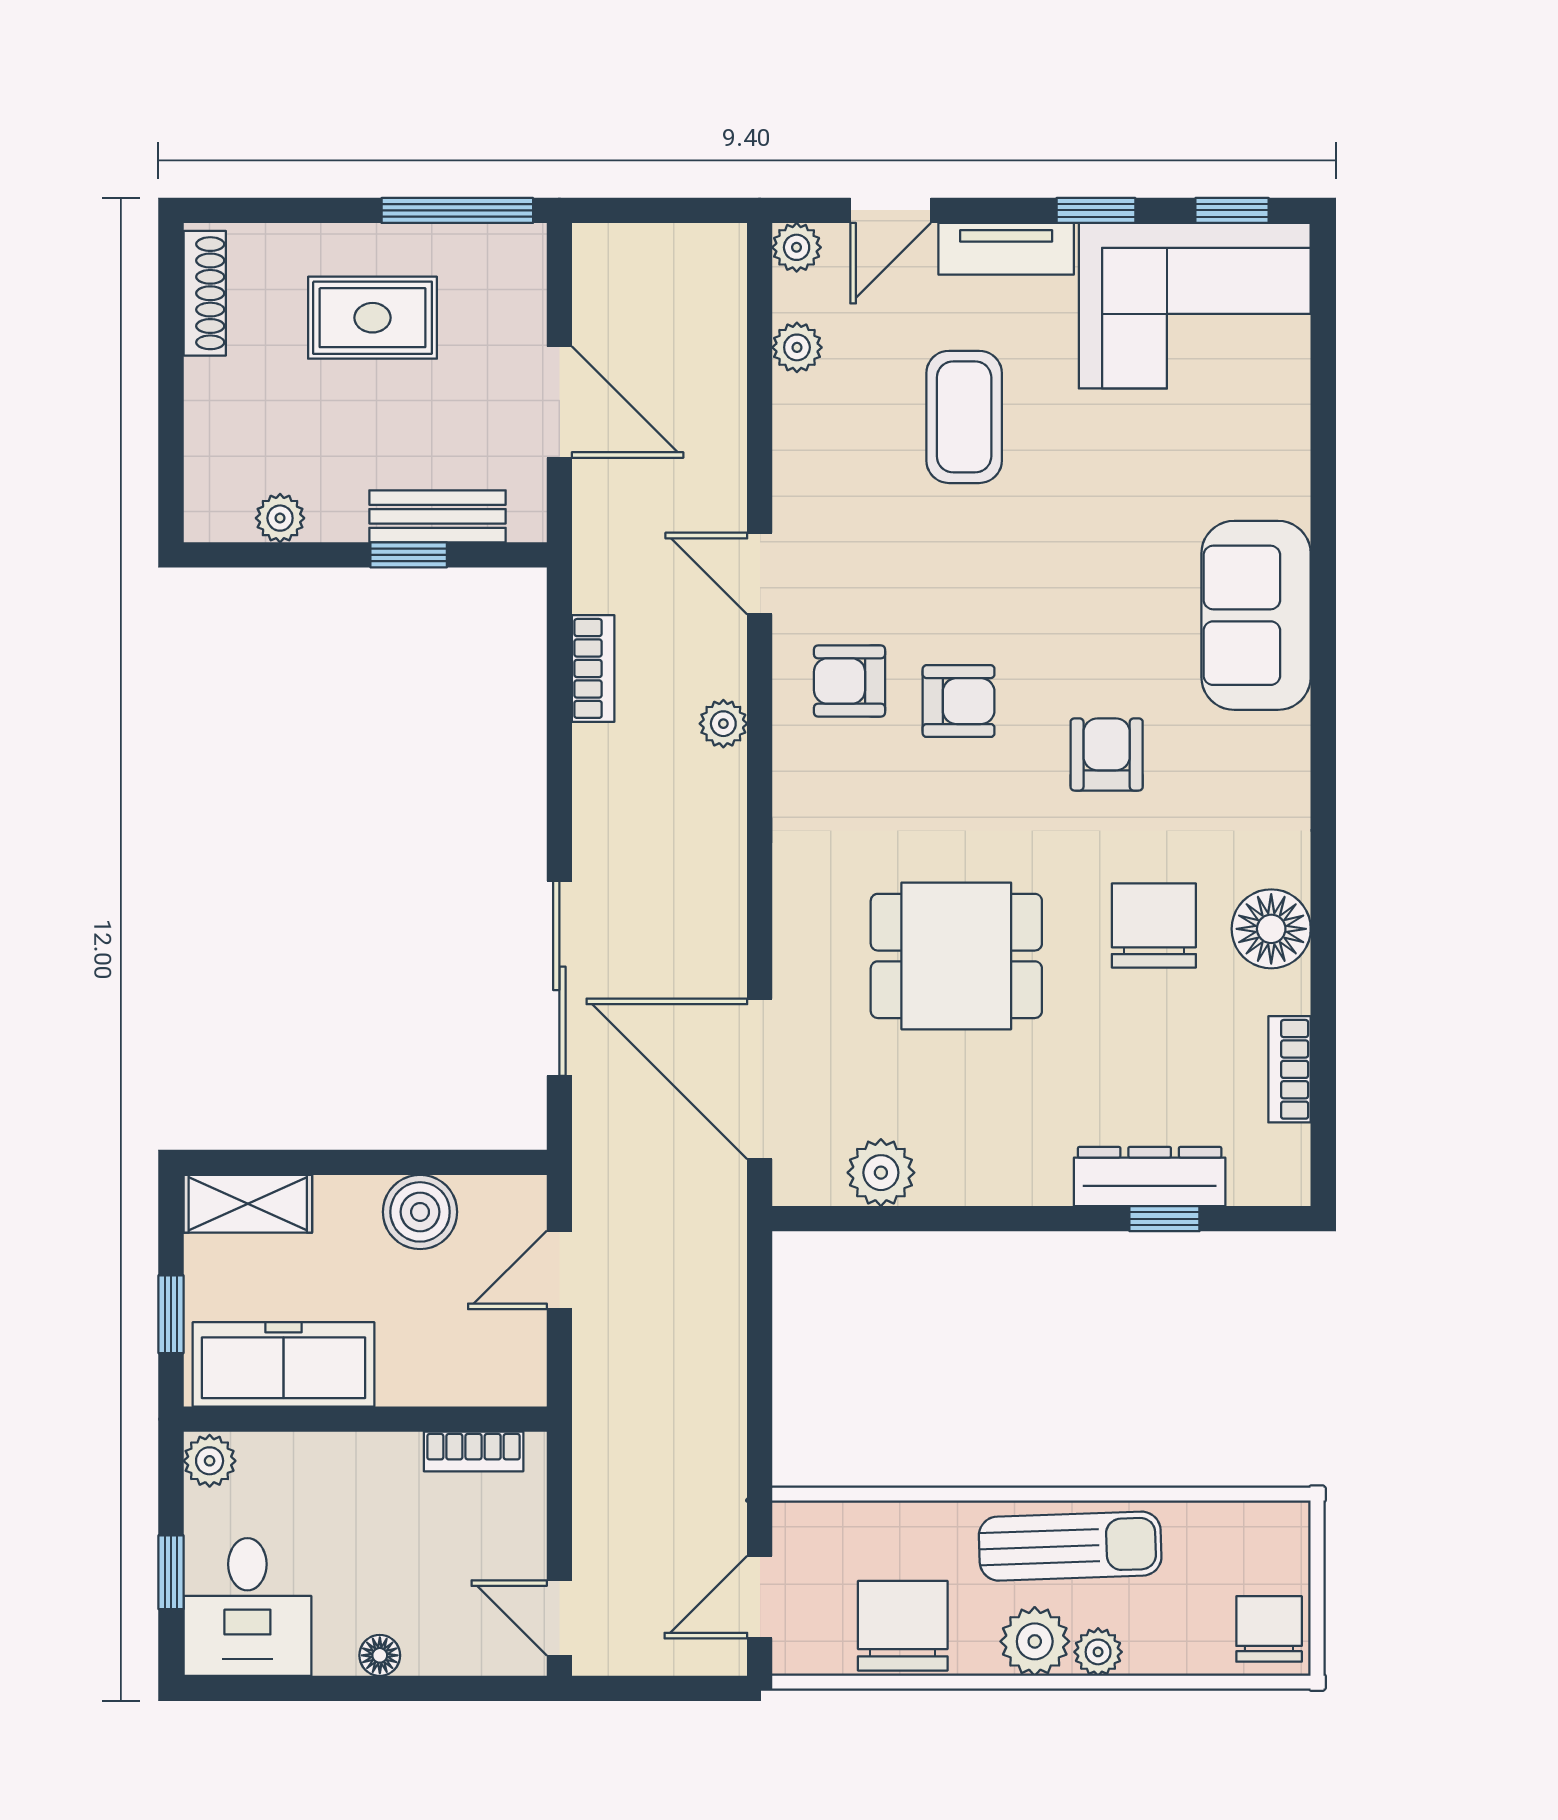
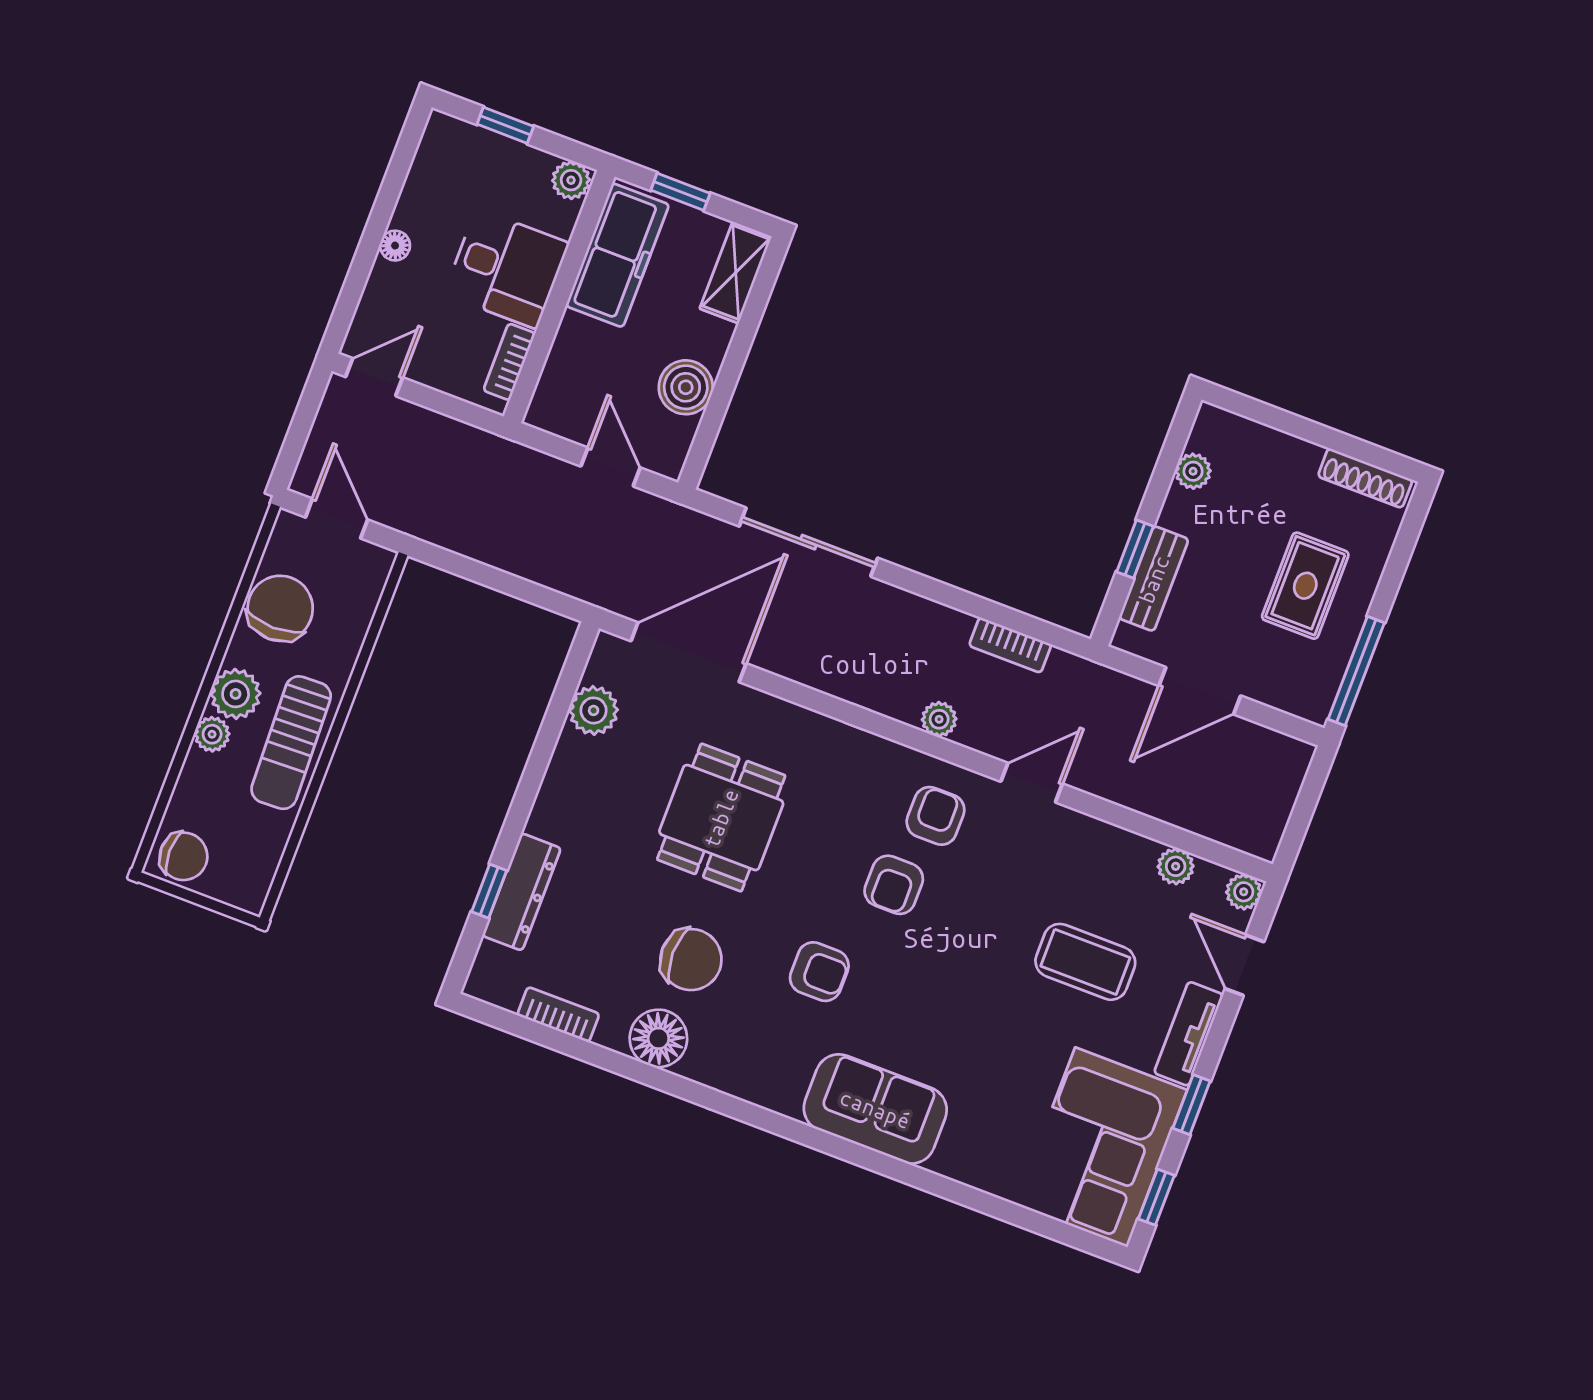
desk: (247, 1607) -> (507, 269), moved, turned 180
chair: (903, 1626) -> (280, 608), turned -90

